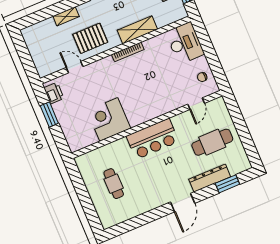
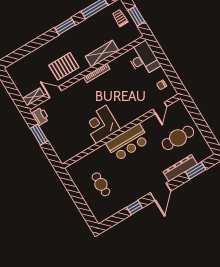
shelving: (66, 16) -> (33, 97), moved
corner desk: (109, 119) -> (101, 124), moved
window: (149, 217) -> (135, 207), added

